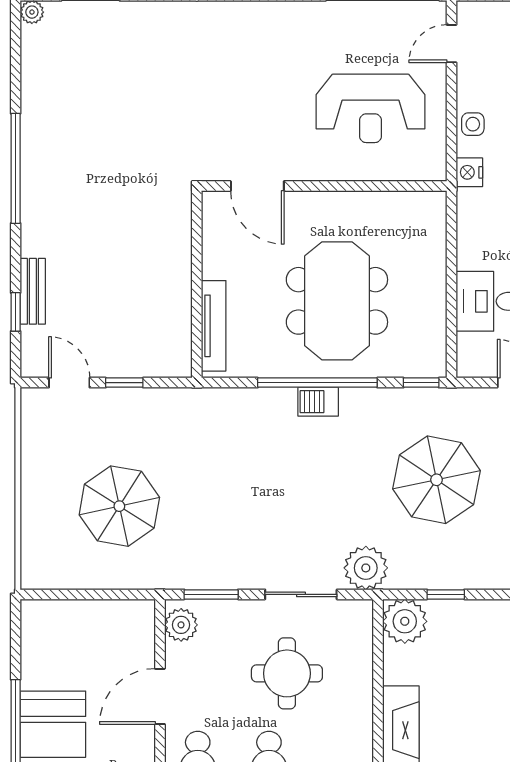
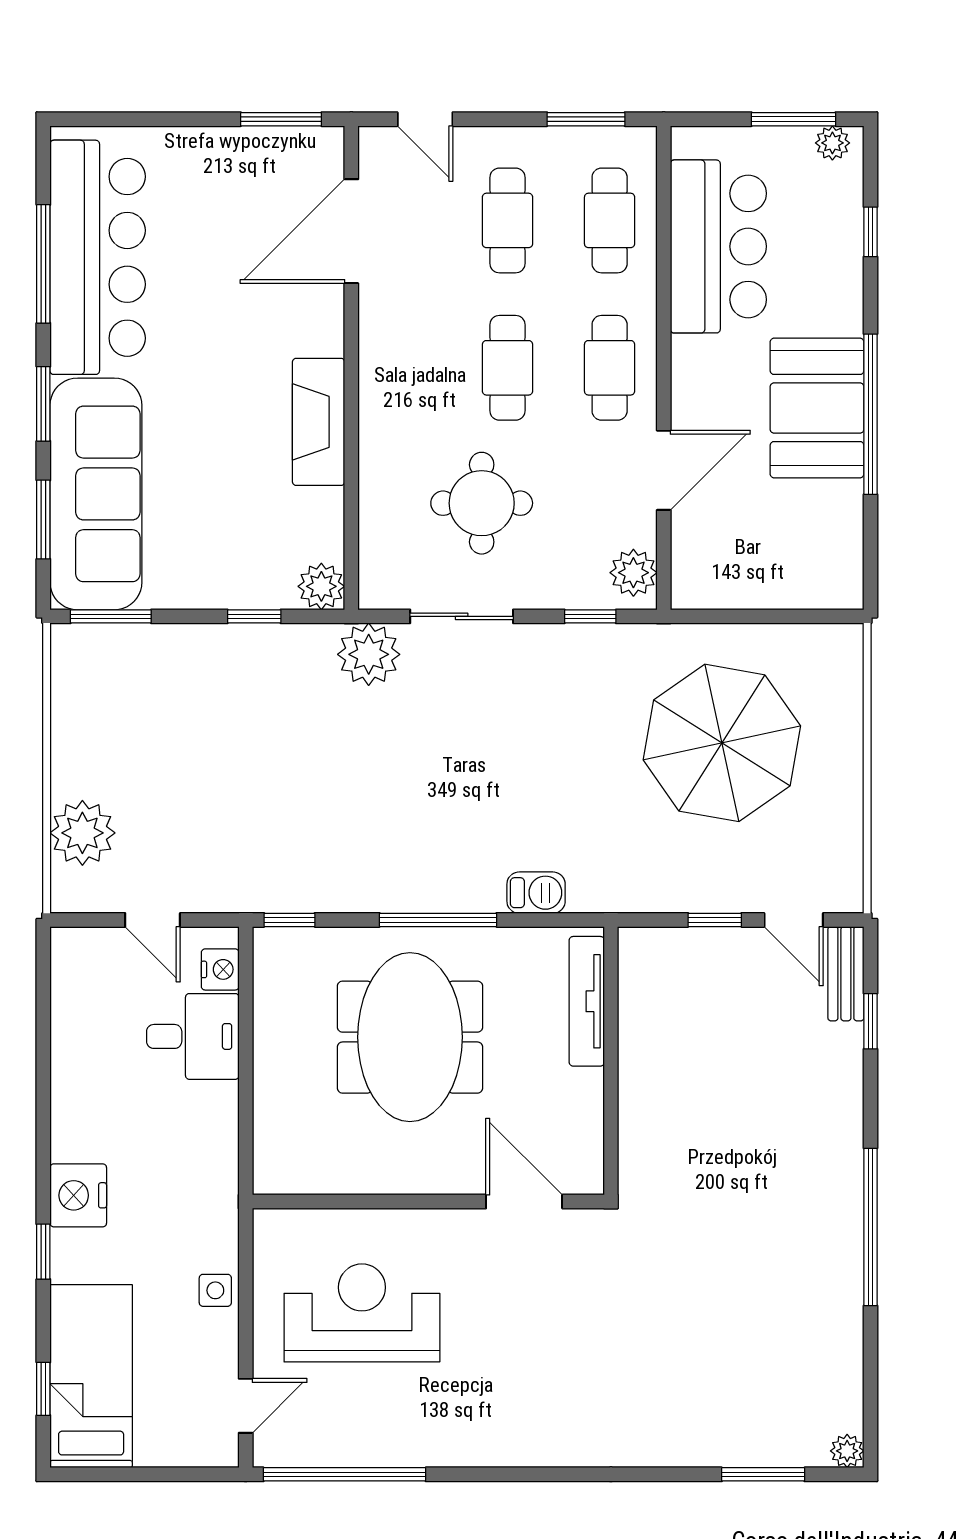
nightstand: (469, 172) -> (220, 969), moved
bench: (33, 291) -> (846, 974), moved
window: (317, 383) -> (438, 920), width x0.68
barbecue: (318, 402) -> (536, 893), moved
parasol: (436, 480) -> (267, 781), removed
parasol: (119, 506) -> (722, 743), width x1.36, depth x1.36
window: (211, 594) -> (590, 616), width x0.67
plant: (405, 621) -> (321, 586), width x0.73, depth x0.73

